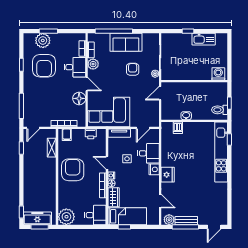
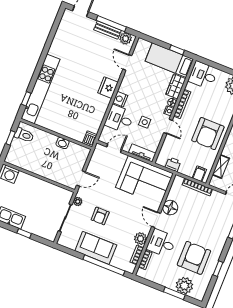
dishwasher: (178, 128) -> (90, 139), moved

